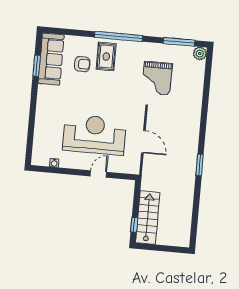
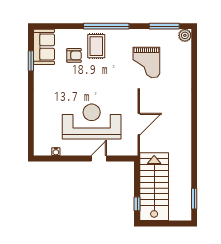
sofa: (51, 59) -> (44, 47), width x0.73
door: (143, 142) -> (139, 124), hinge flipped
window: (200, 165) -> (194, 199), moved
stairs: (148, 218) -> (154, 187), width x1.36, depth x1.51

